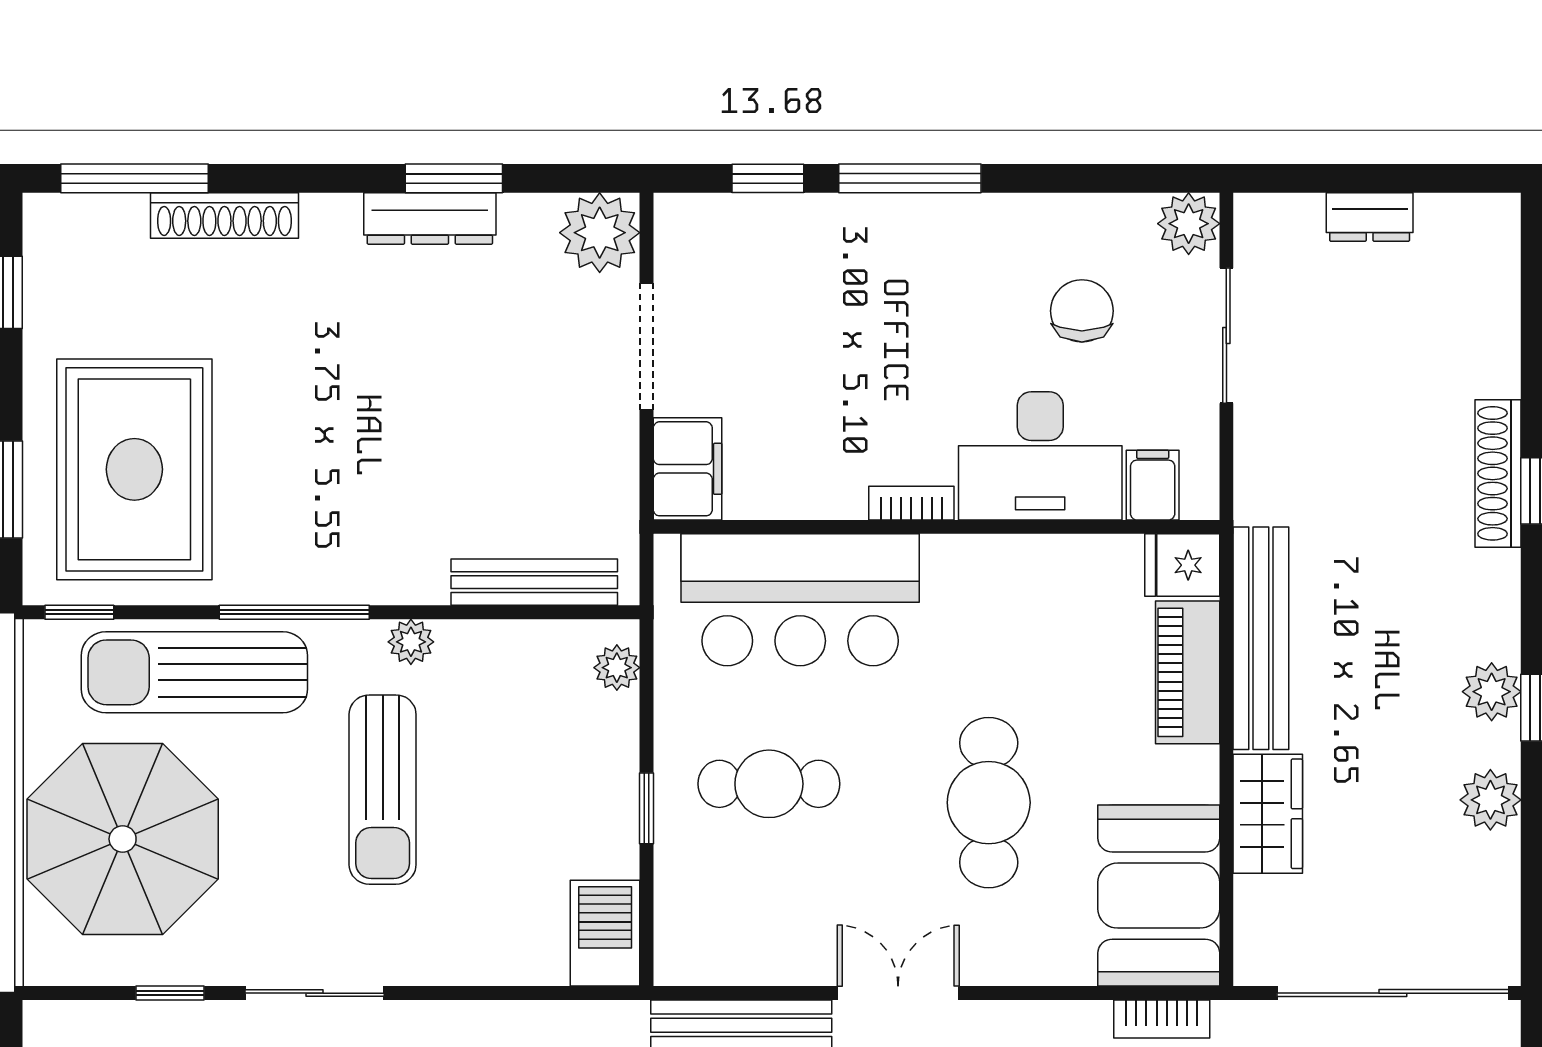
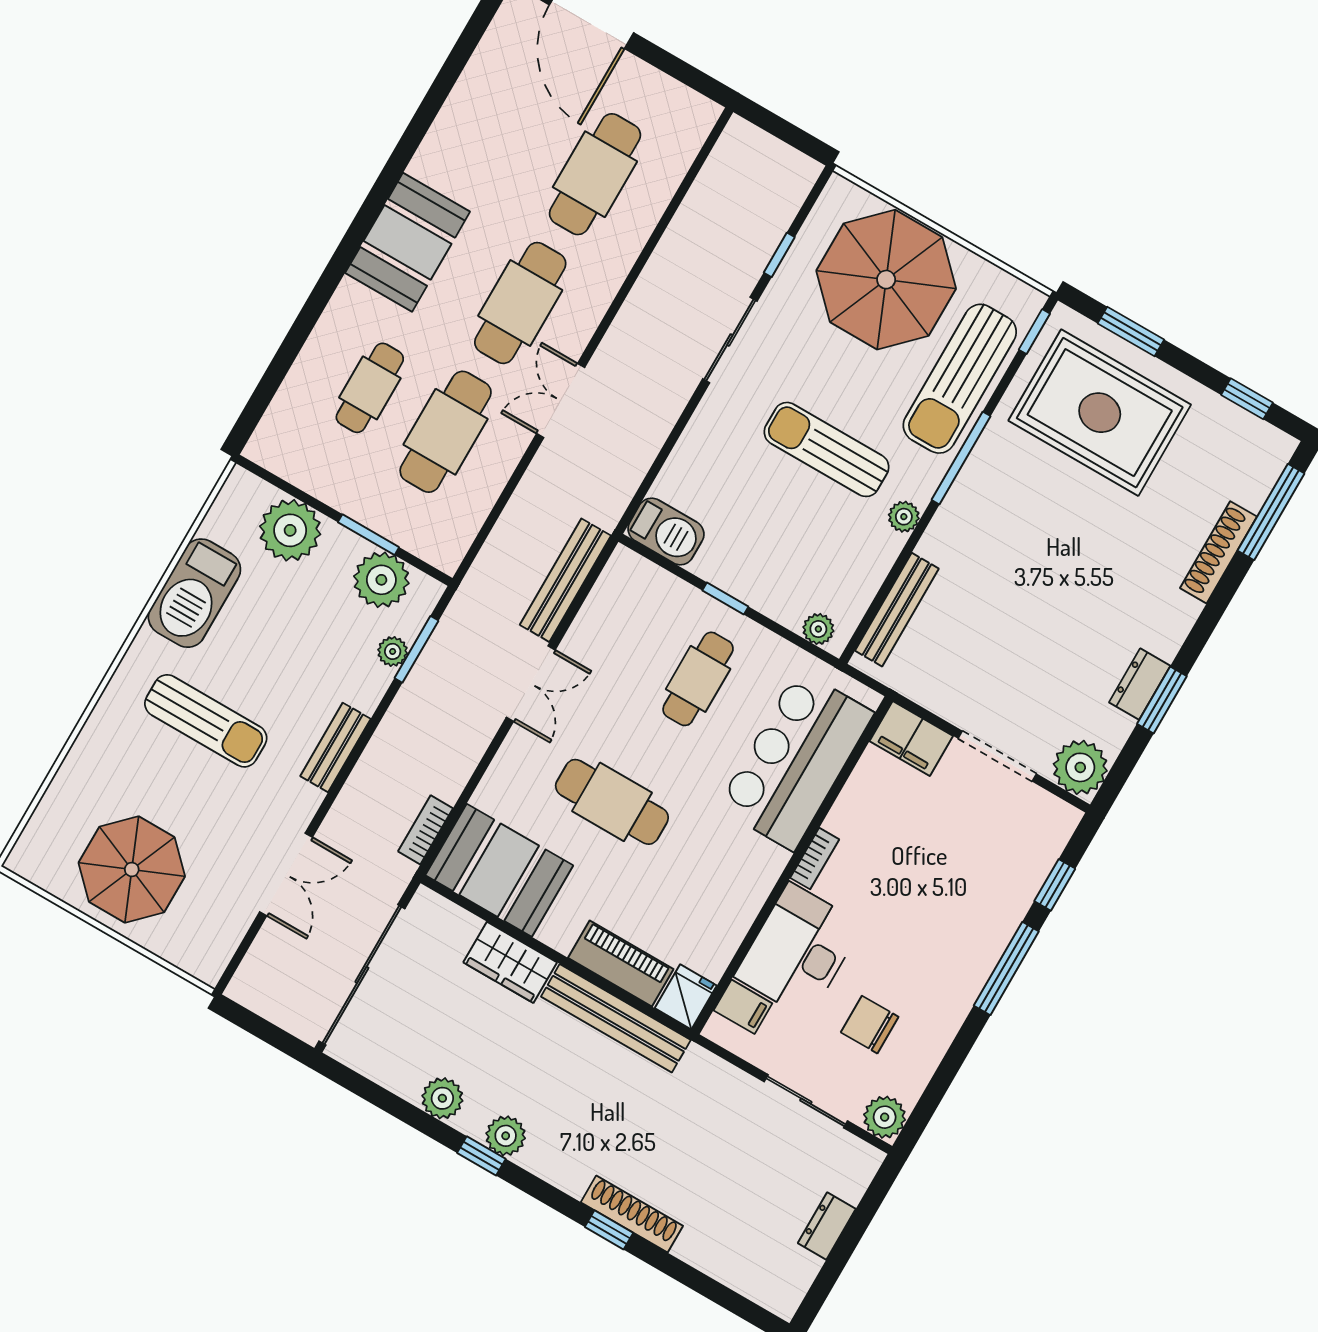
dresser: (430, 218) -> (1140, 684), width x0.70
chair: (1082, 311) -> (870, 1025), turned 180
sun lounger: (194, 672) -> (960, 379), turned 180

